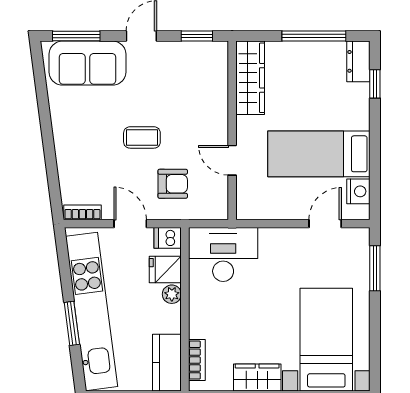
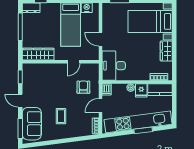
coffee table: (142, 137) -> (61, 116), moved
door: (325, 224) -> (100, 39), moved
fridge: (165, 270) -> (141, 90), moved

